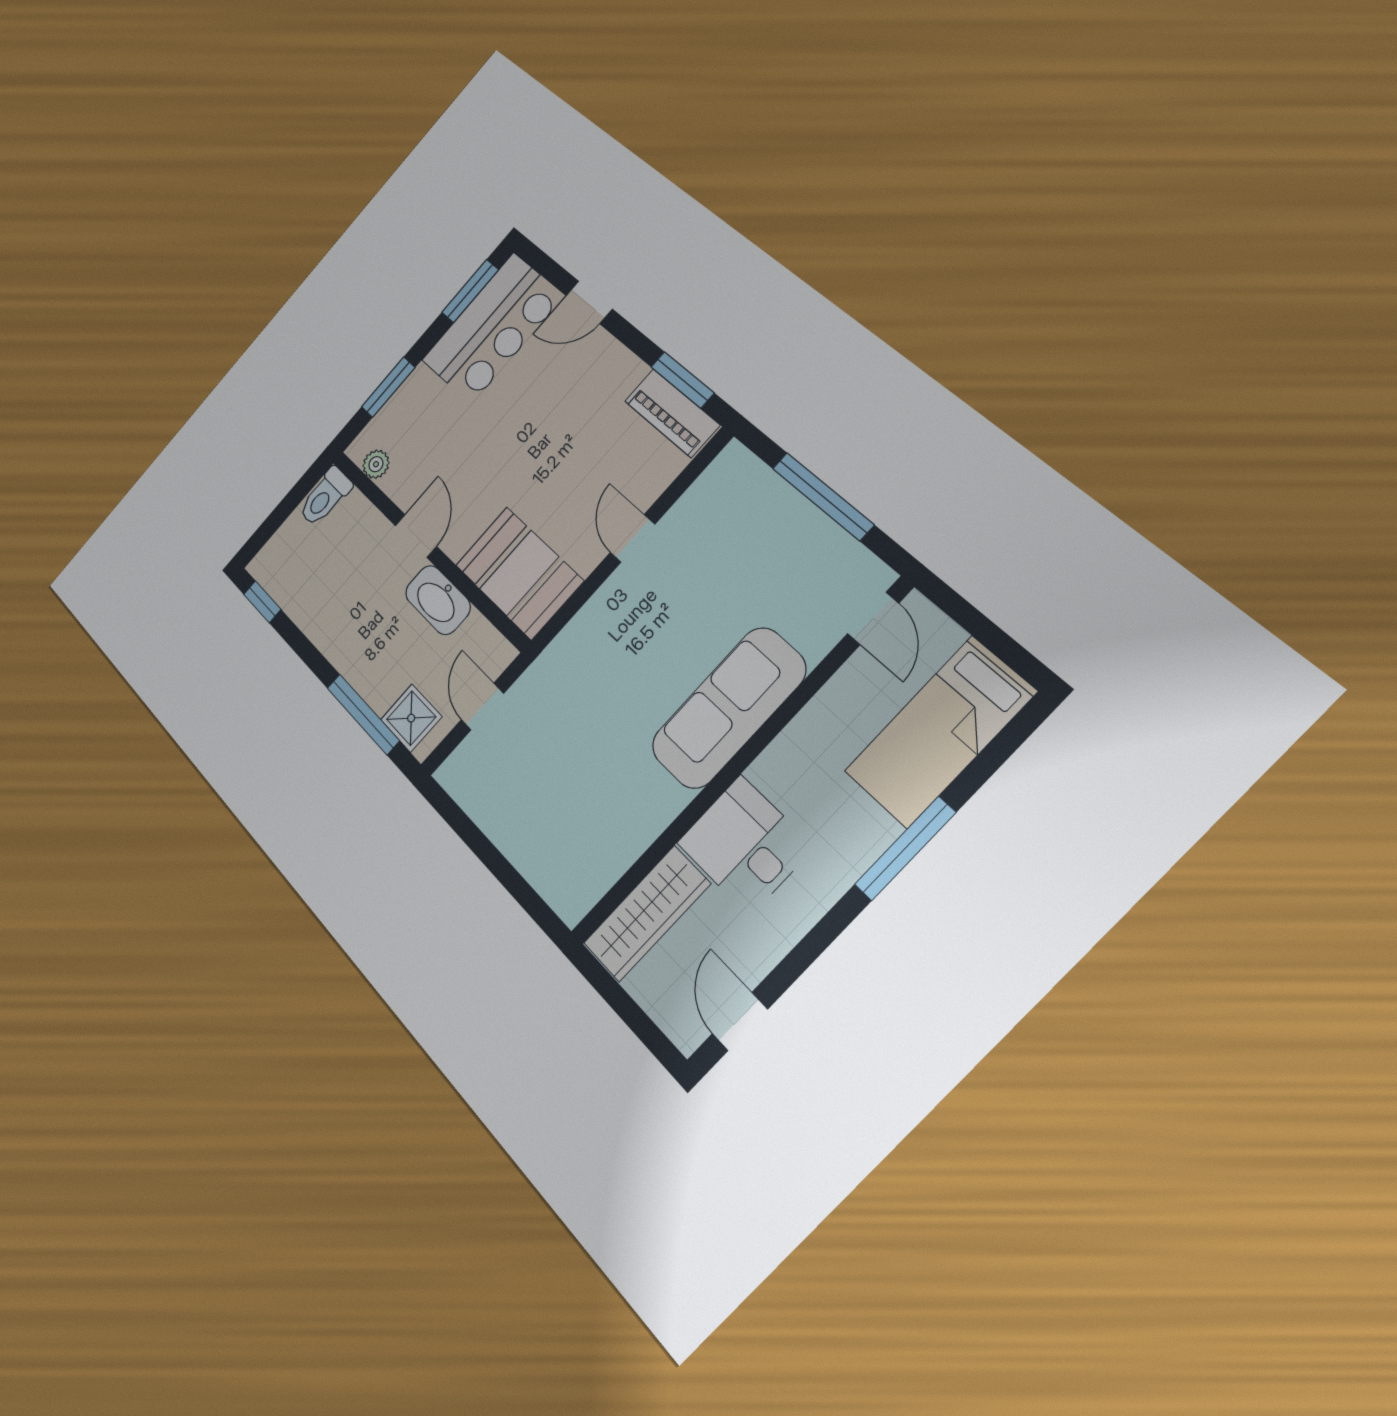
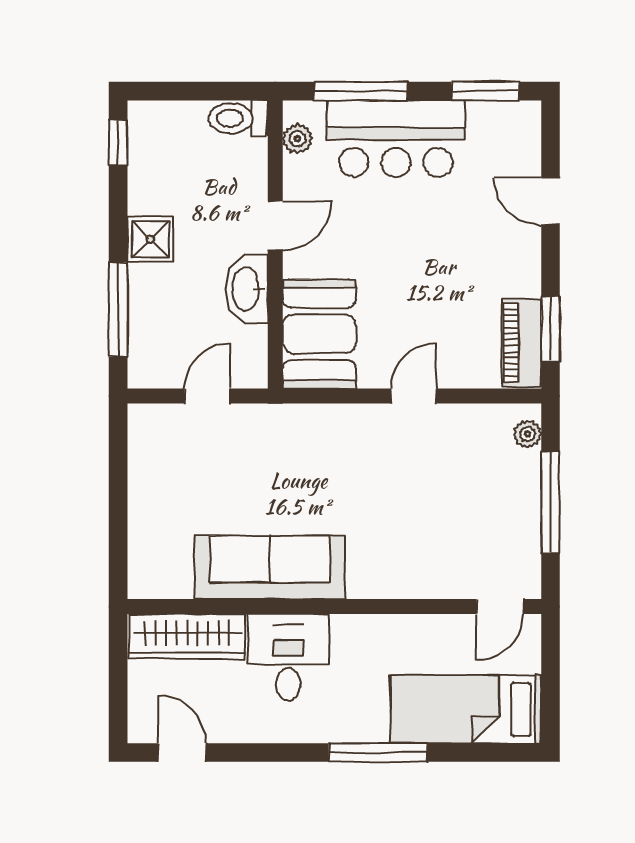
bar counter: (492, 328) -> (396, 139), moved
window: (388, 387) -> (361, 91), width x1.44
plant: (748, 469) -> (527, 434), added
sofa: (728, 708) -> (270, 567), moved
shower: (411, 718) -> (150, 239), moved
door: (740, 1021) -> (182, 752), hinge flipped

